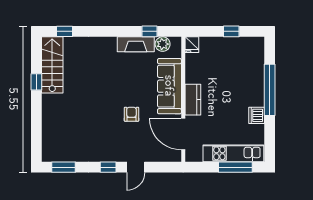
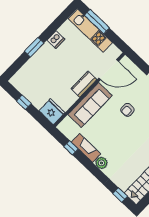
plant: (163, 44) -> (101, 163), moved
fridge: (192, 45) -> (52, 112), width x1.88, depth x1.34
window: (270, 90) -> (34, 47), width x0.47
door: (183, 134) -> (109, 70), hinge flipped

